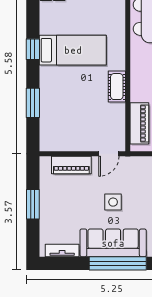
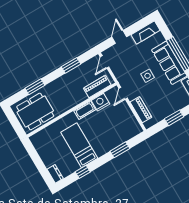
window: (33, 49) -> (83, 172), moved
nightstand: (115, 115) -> (100, 102), added
door: (109, 154) -> (123, 93), swing flipped

